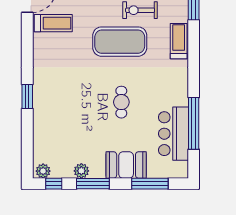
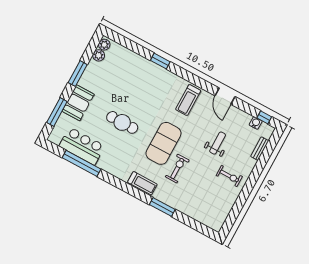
treadmill: (53, 23) -> (188, 100), moved
cafe table: (121, 102) -> (122, 122), width x1.37, depth x1.35
plant: (81, 171) -> (99, 55), moved
window: (54, 184) -> (92, 47), removed

